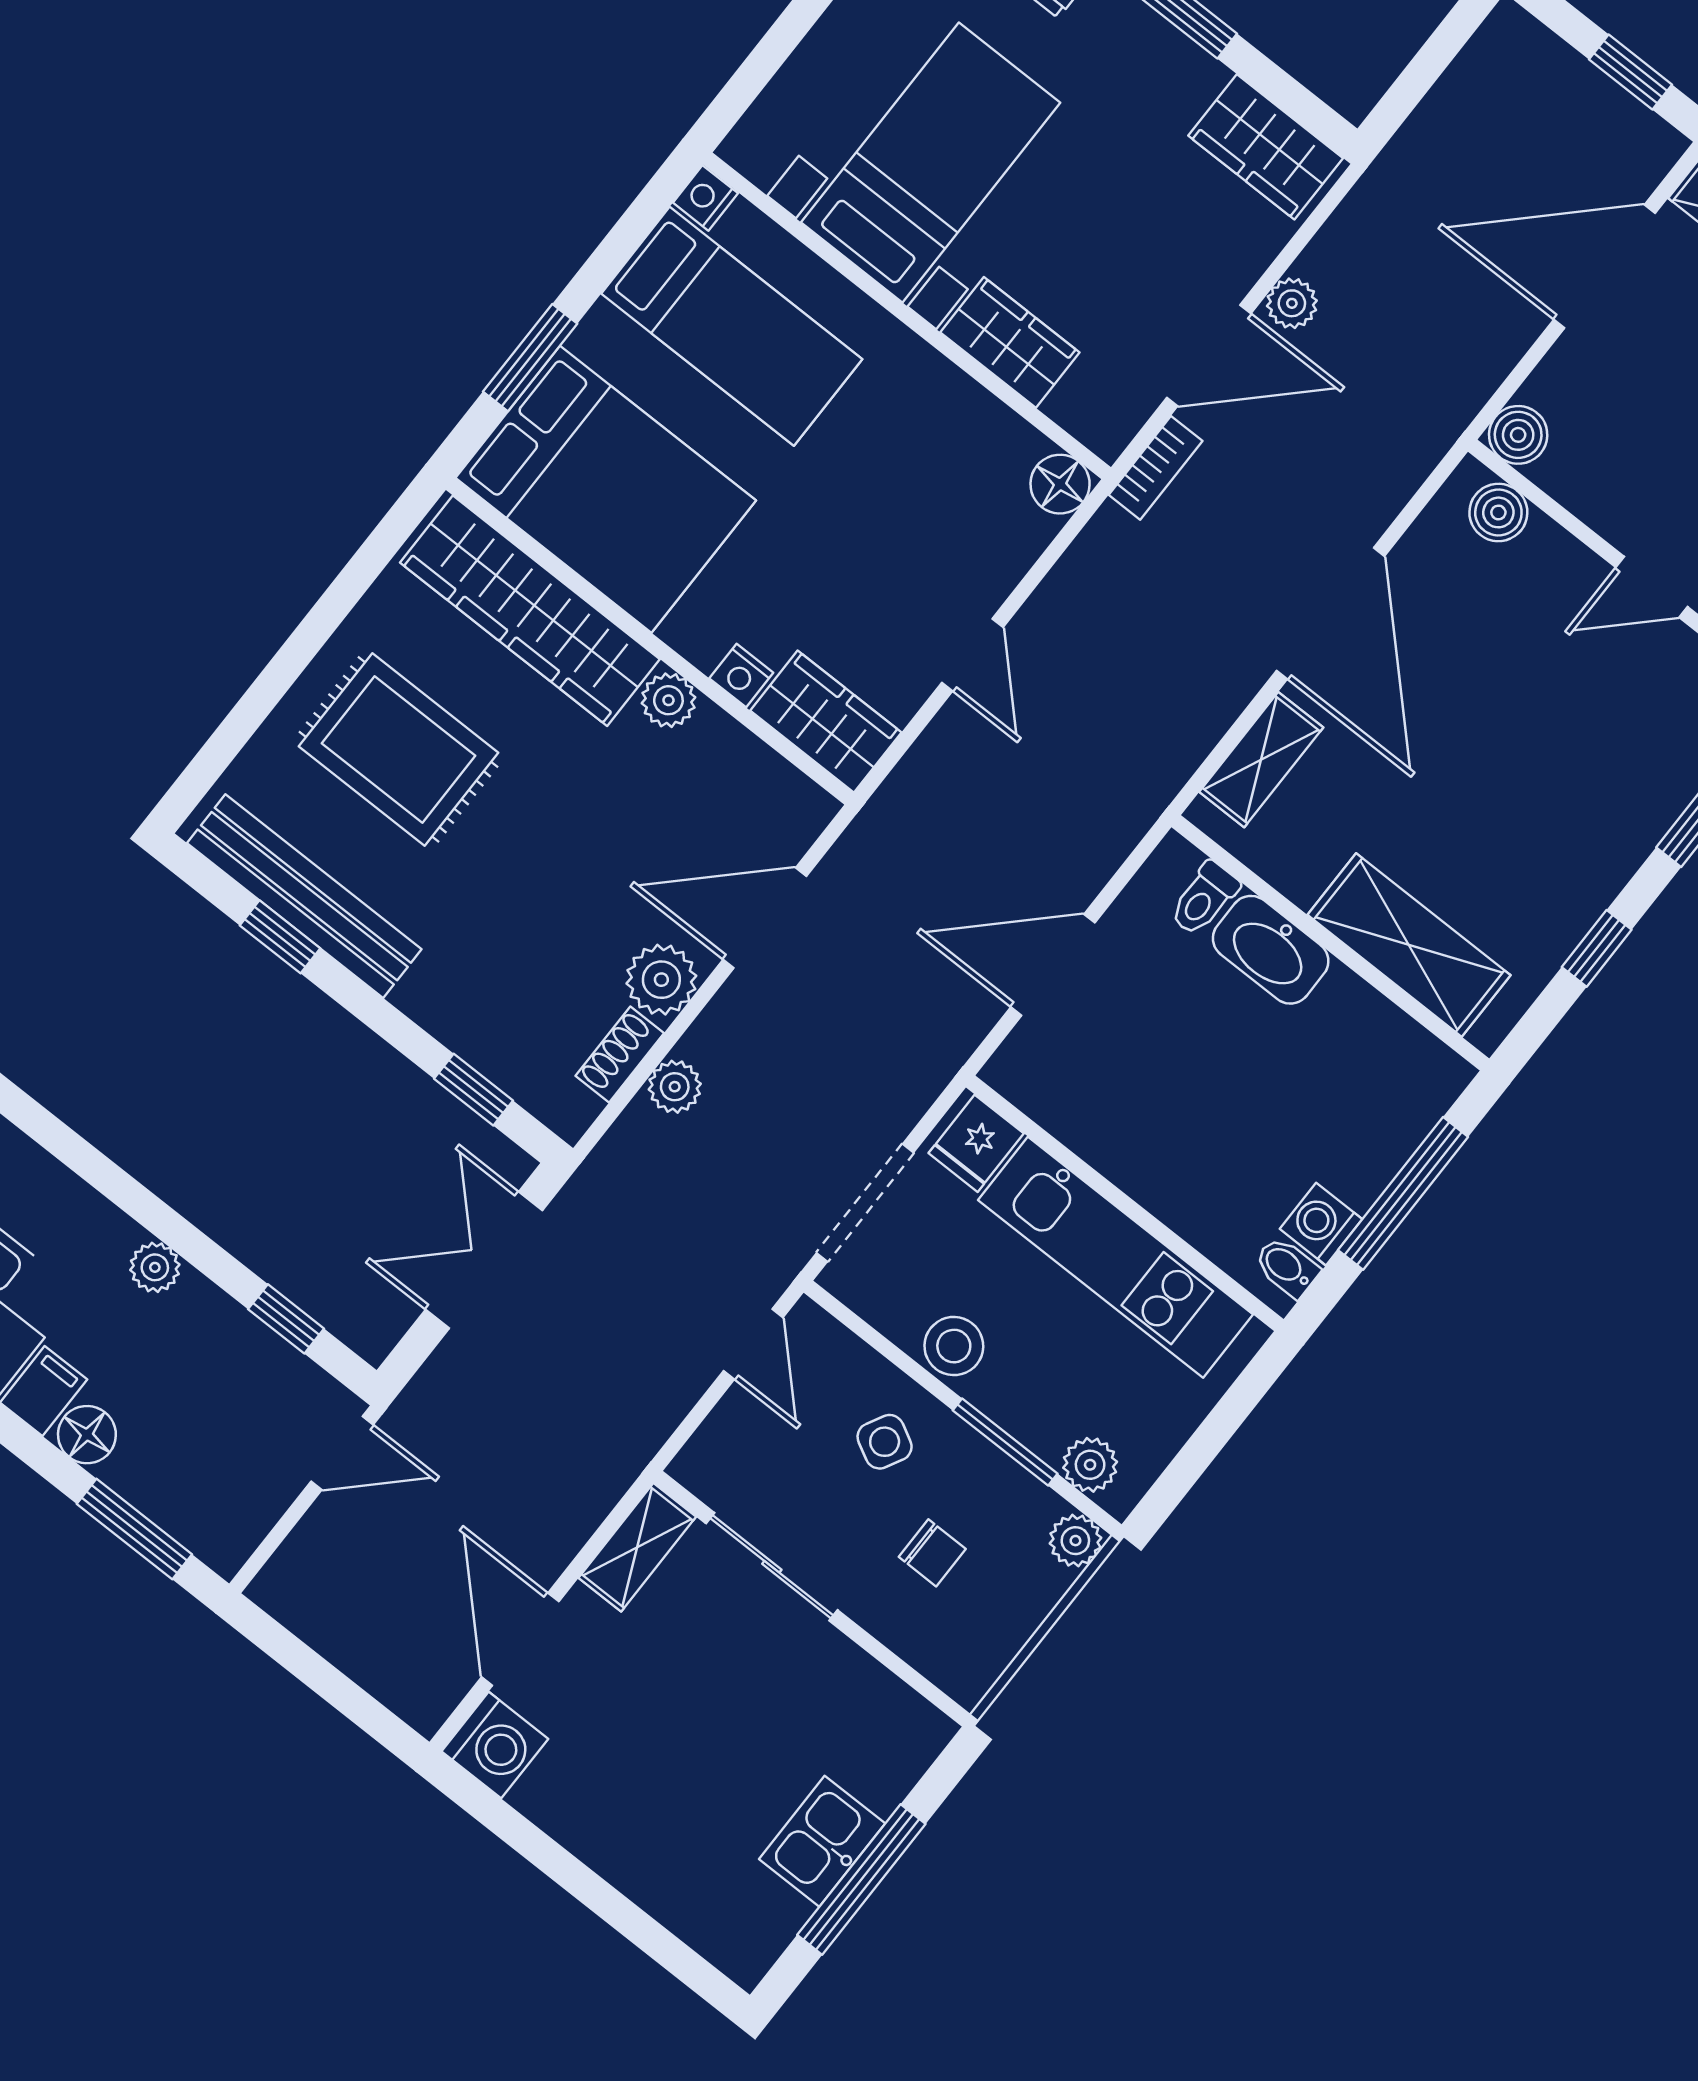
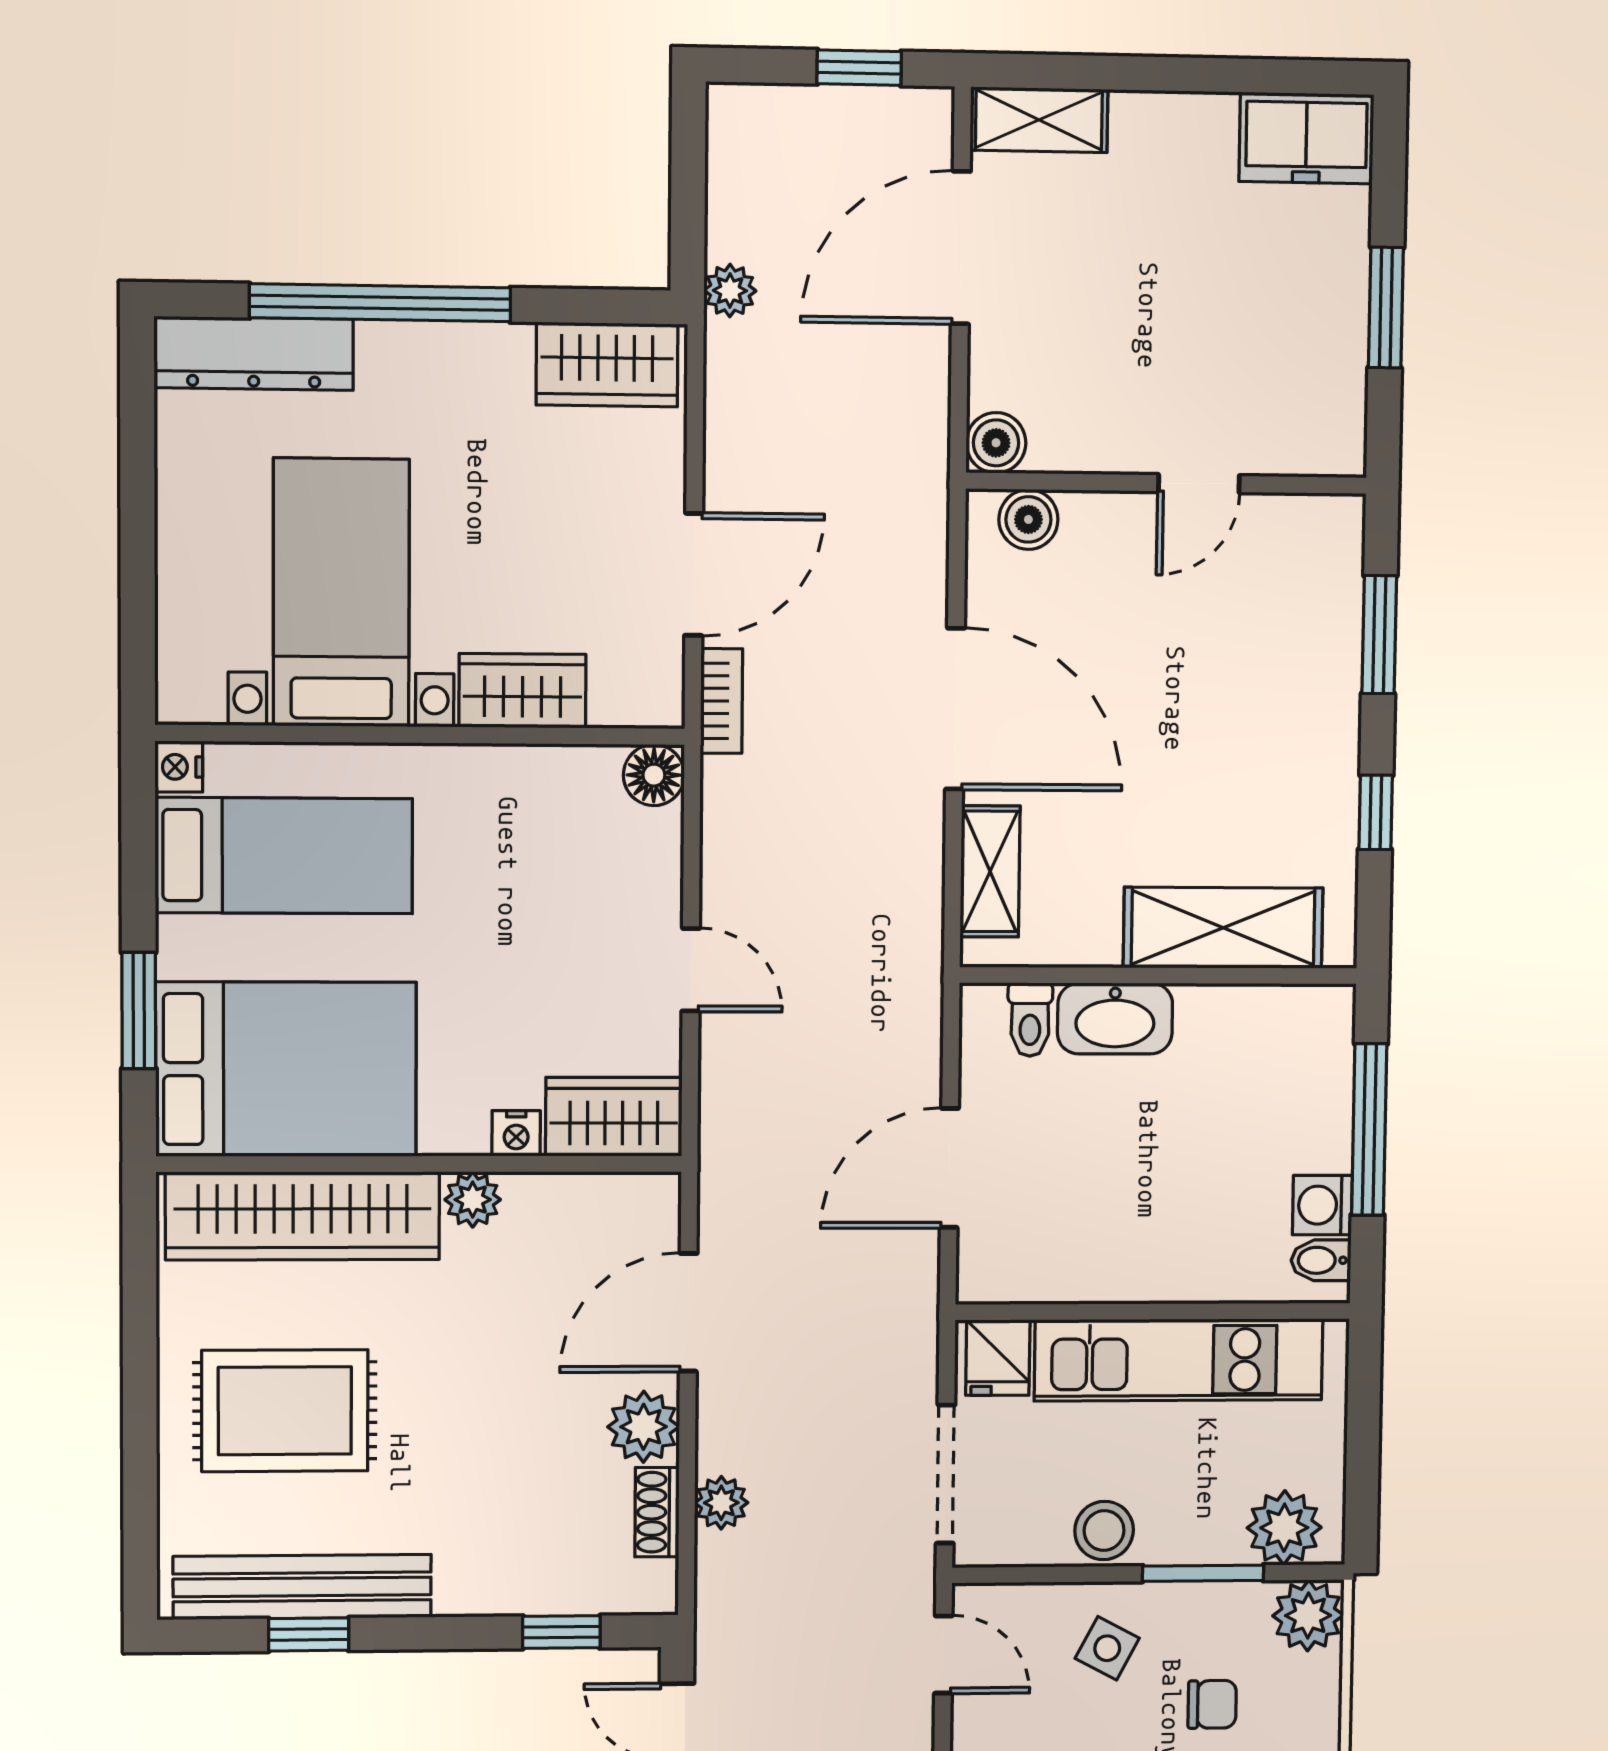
plant: (1292, 303) -> (730, 291), moved
plant: (1090, 1465) -> (1284, 1528), width x1.38, depth x1.38
plant: (1075, 1541) -> (1308, 1615), width x1.38, depth x1.38

